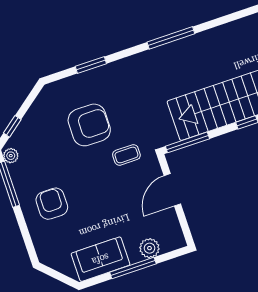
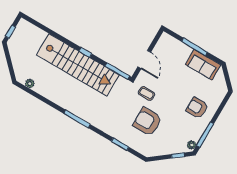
door: (172, 190) -> (144, 59), hinge flipped
armchair: (52, 204) -> (197, 108), turned 90
plant: (149, 248) -> (179, 47), removed

